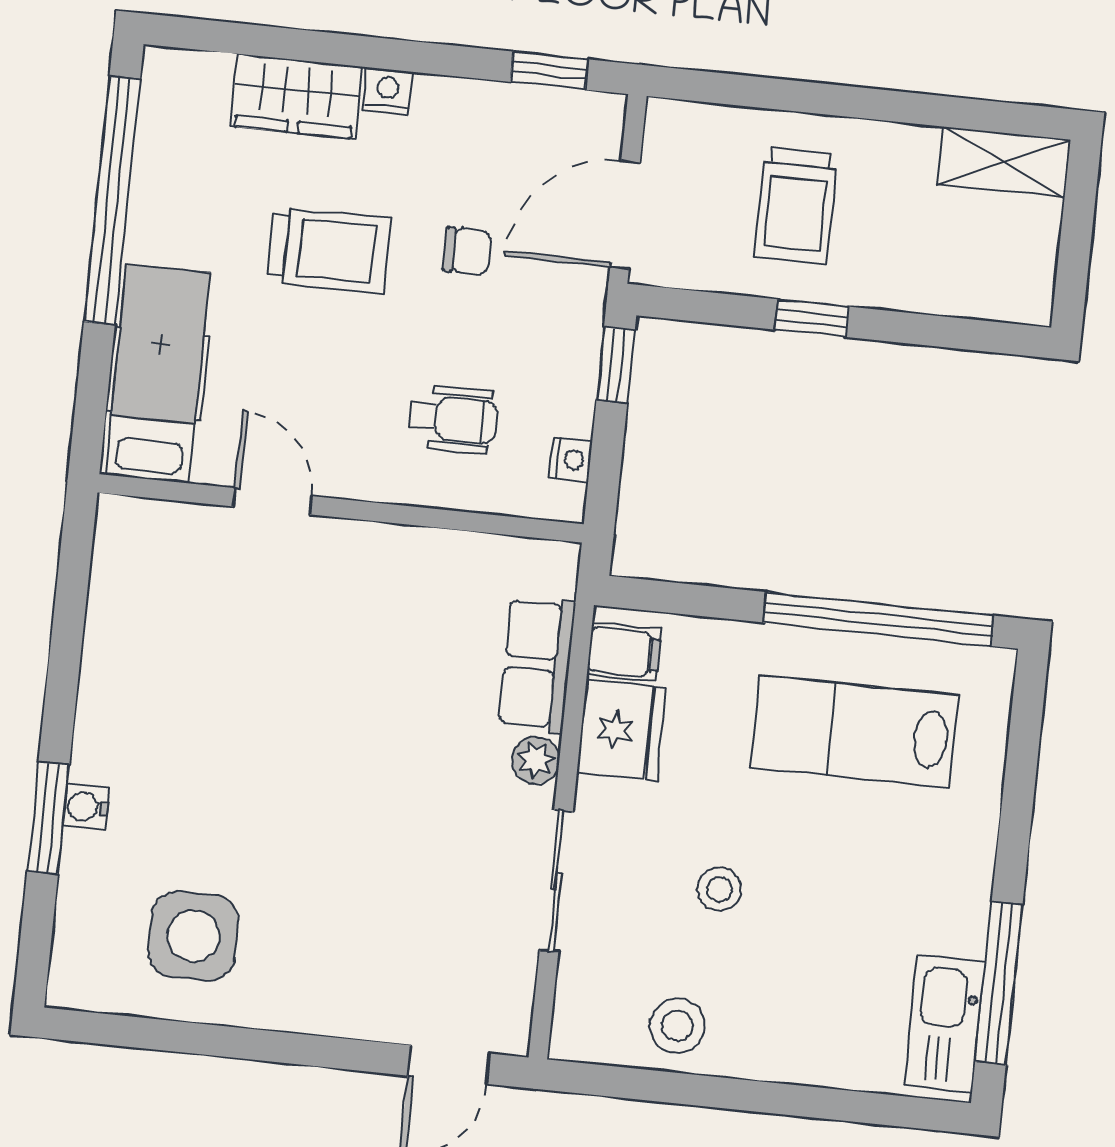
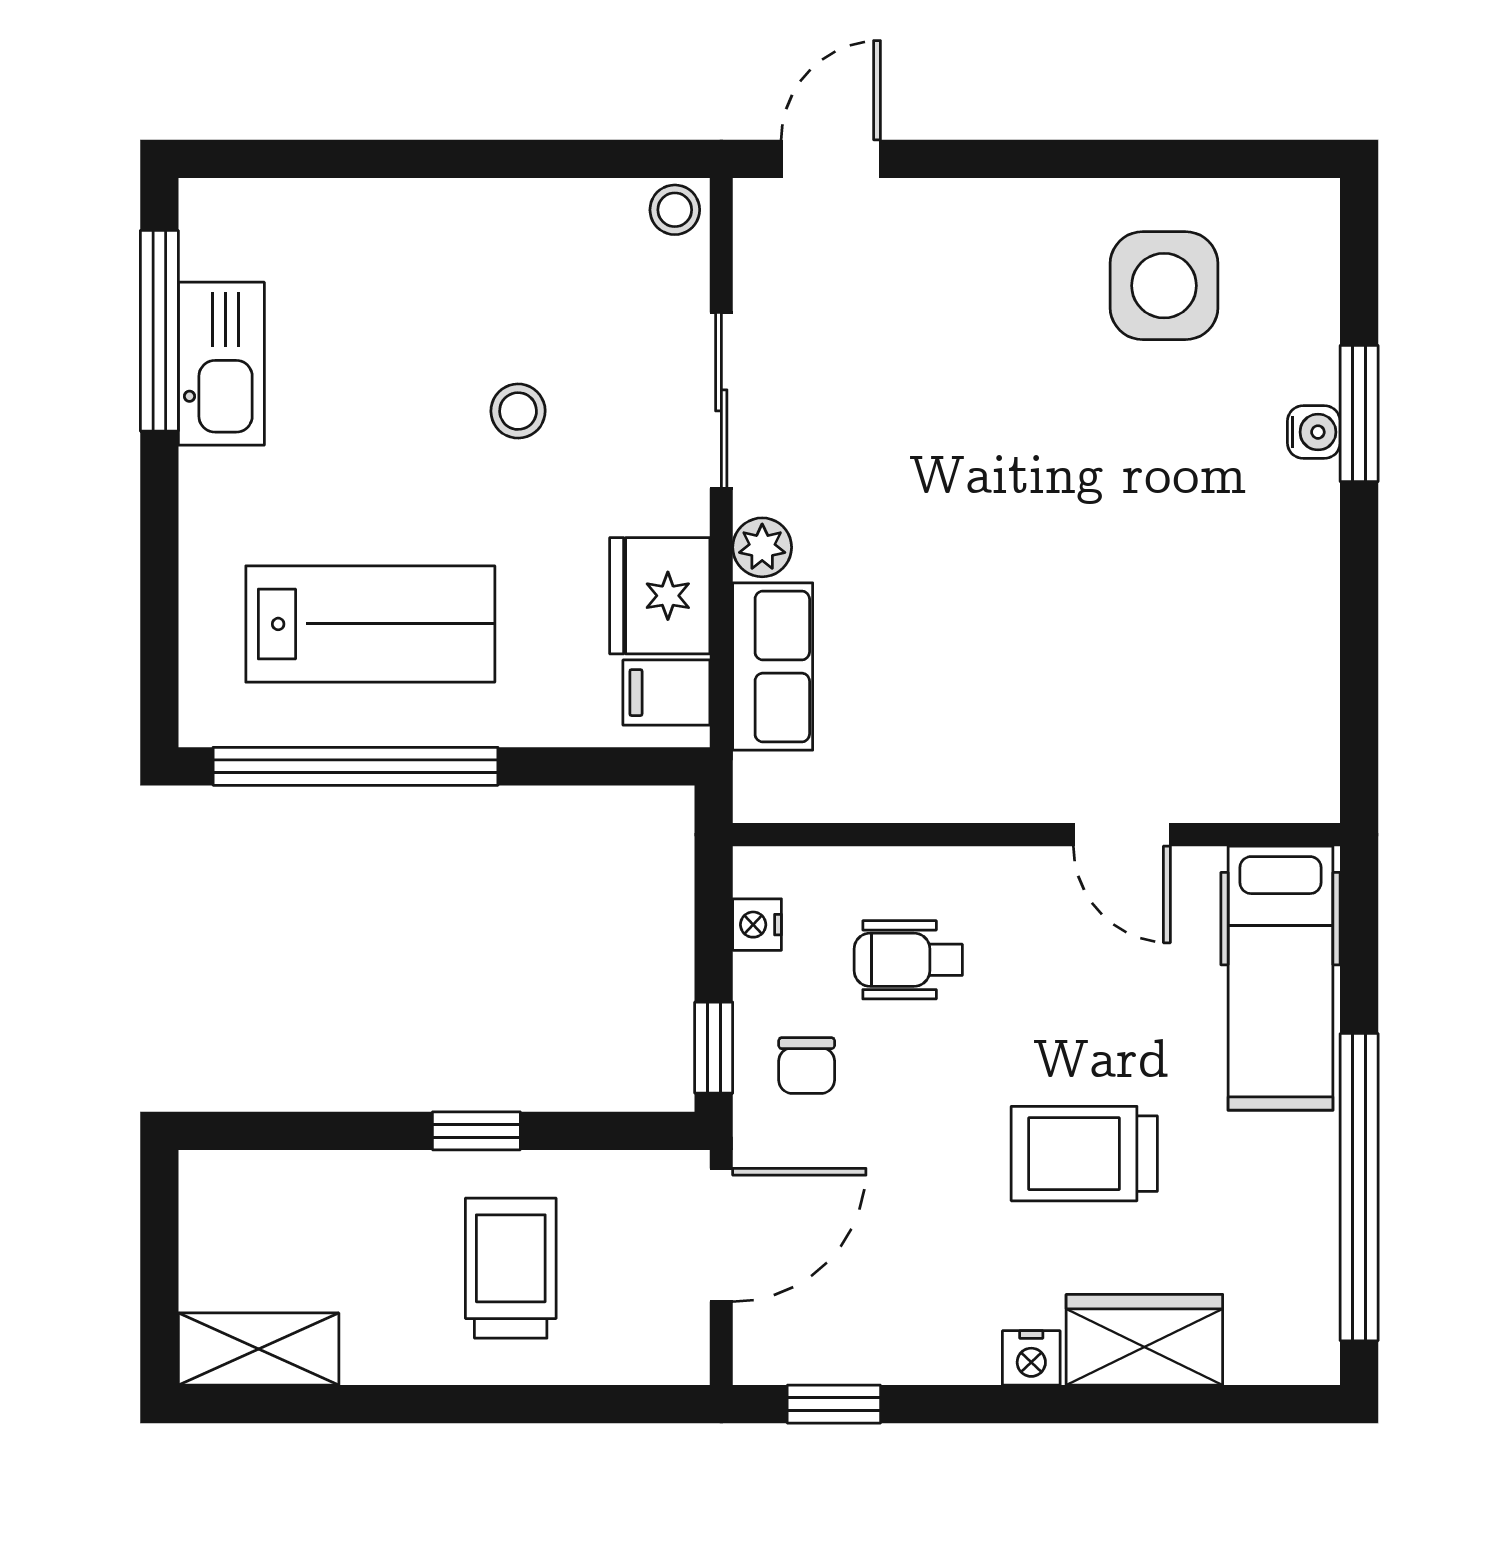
chair: (467, 251) -> (807, 1066), moved, turned -90
kitchen sink: (945, 1024) -> (221, 364), moved
stool: (677, 1026) -> (675, 210), moved, width x0.73, depth x0.73

